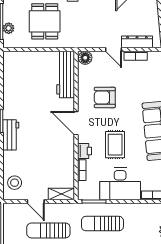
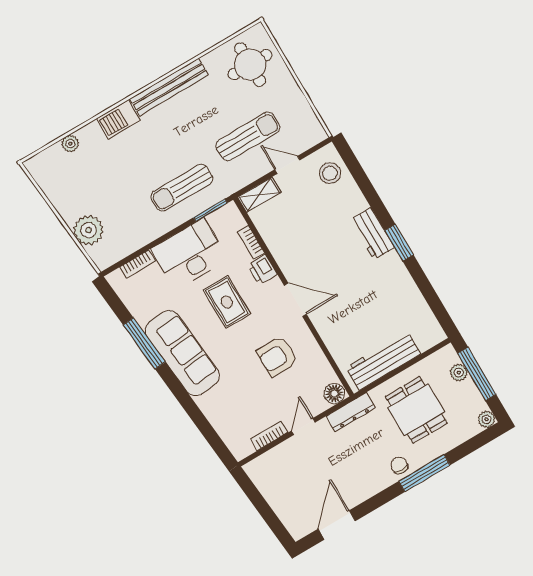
dresser: (137, 42) -> (351, 412), moved
door: (113, 50) -> (303, 427), hinge flipped
workbench: (66, 74) -> (383, 361), moved, turned -90
armchair: (105, 97) -> (277, 356), turned 180
sun lounger: (102, 224) -> (182, 188), turned 180

